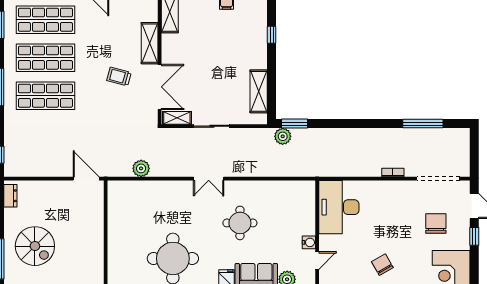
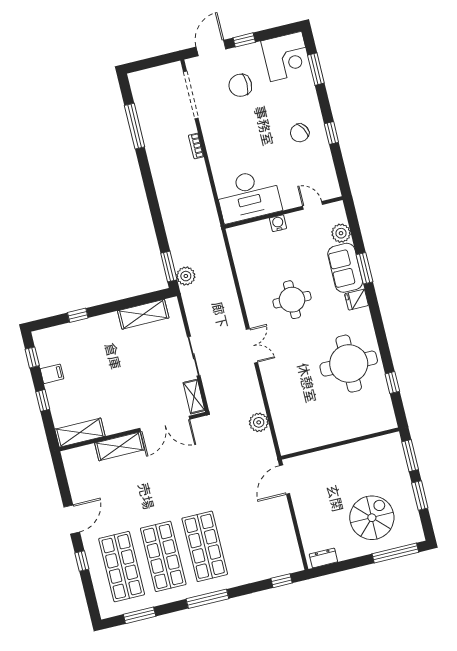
trolley: (119, 77) -> (164, 471), removed
double door: (160, 87) -> (165, 424), swing flipped
water cooler: (309, 242) -> (278, 223), moved

